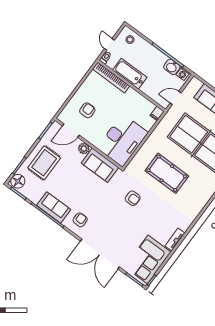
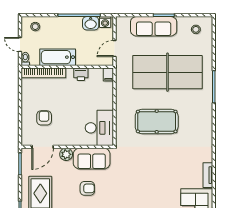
printer: (137, 98) -> (81, 74), added
desk: (122, 140) -> (99, 128), width x0.73, depth x0.77
armchair: (133, 198) -> (87, 188), moved

